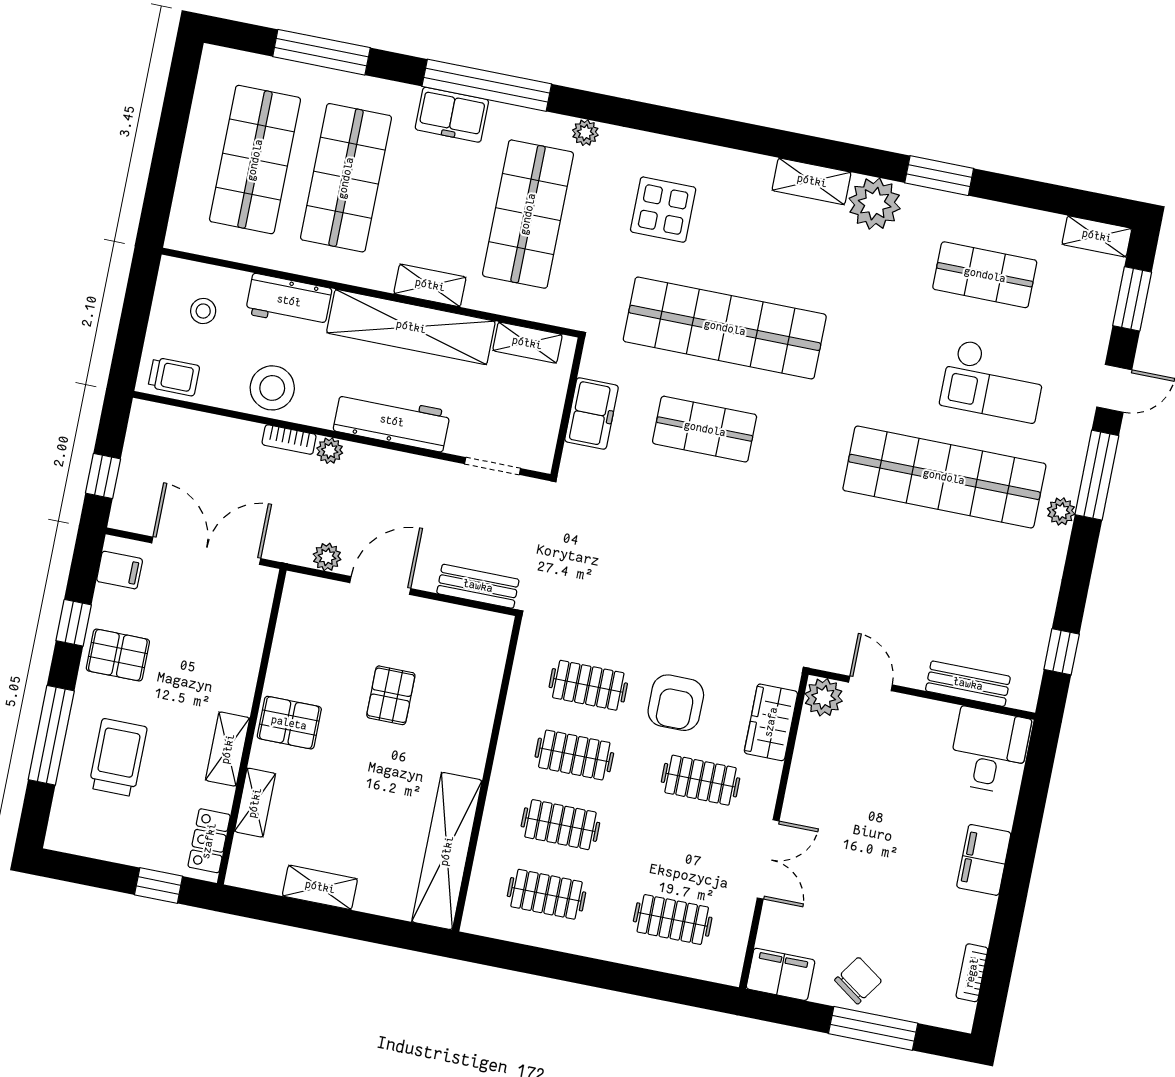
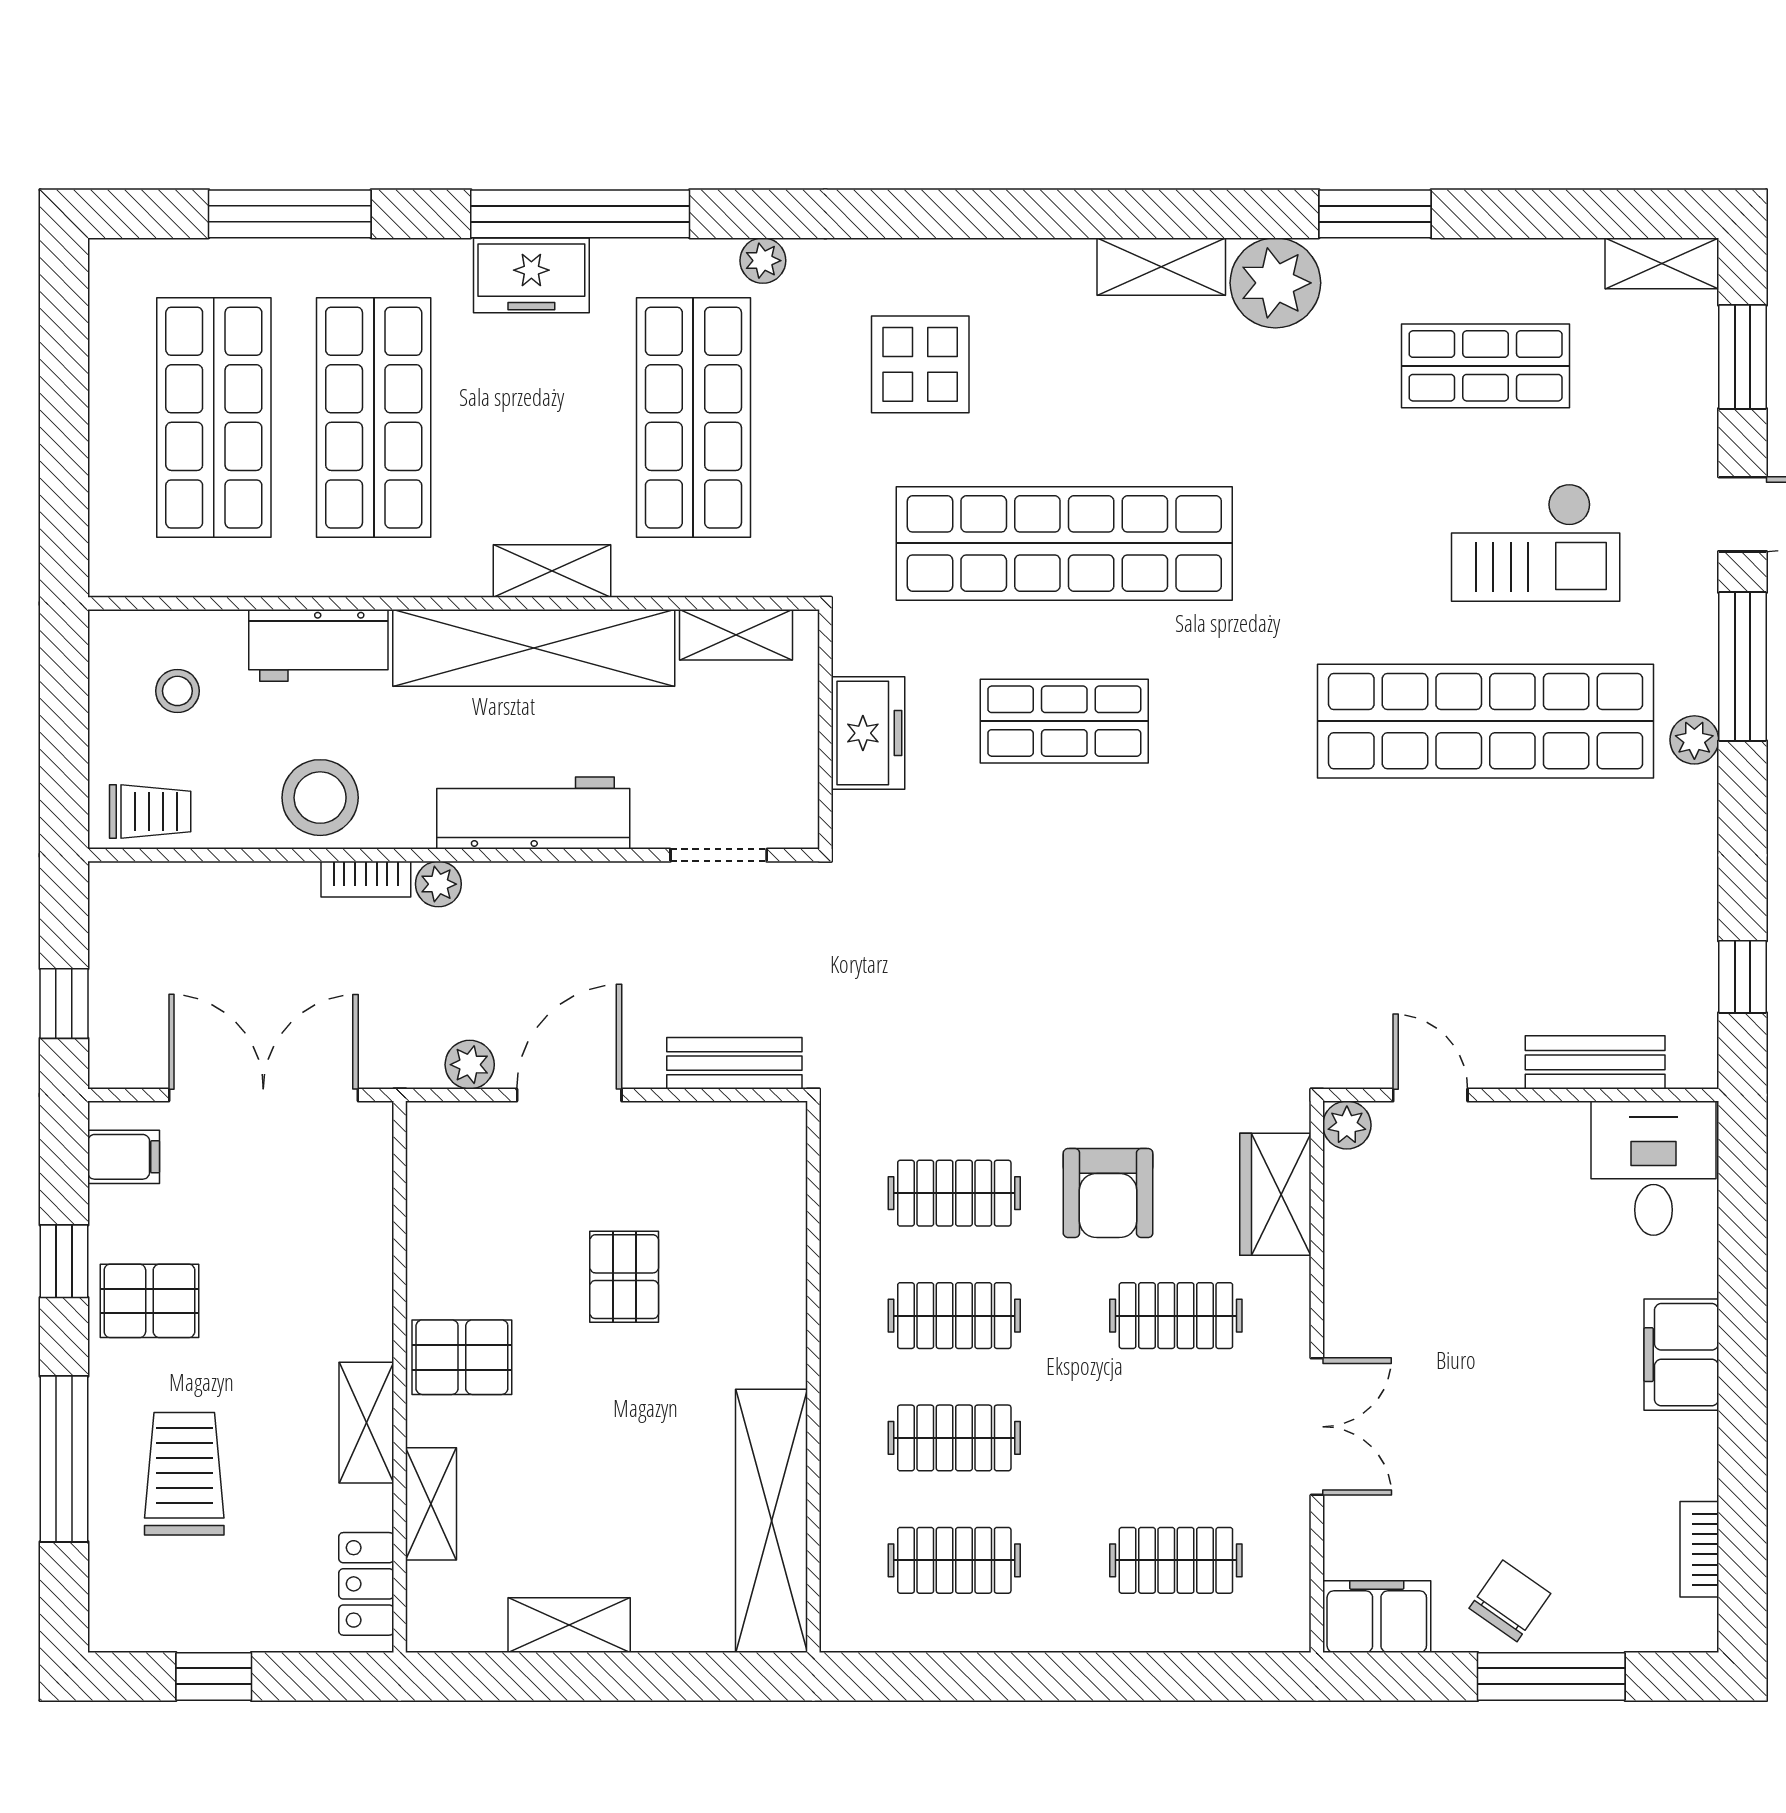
plant: (824, 697) -> (1347, 1125), width x0.73, depth x0.73
window: (159, 886) -> (214, 1676), moved

